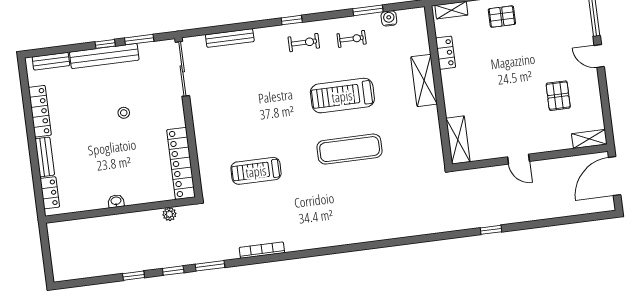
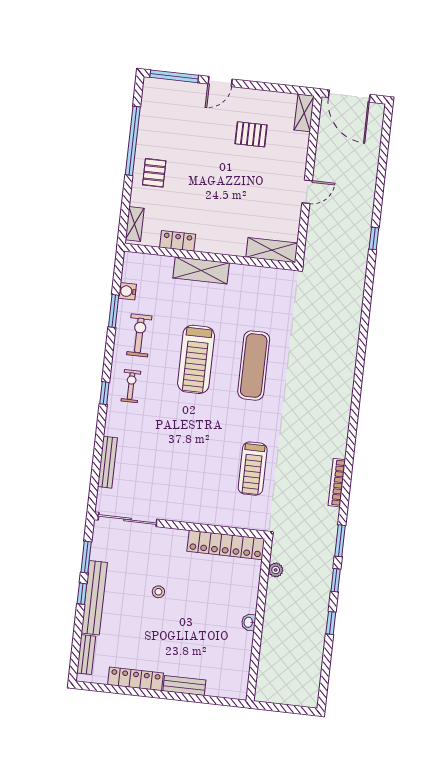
exercise bike: (352, 39) -> (139, 335), width x1.38, depth x1.39
locker: (50, 193) -> (223, 689), removed

